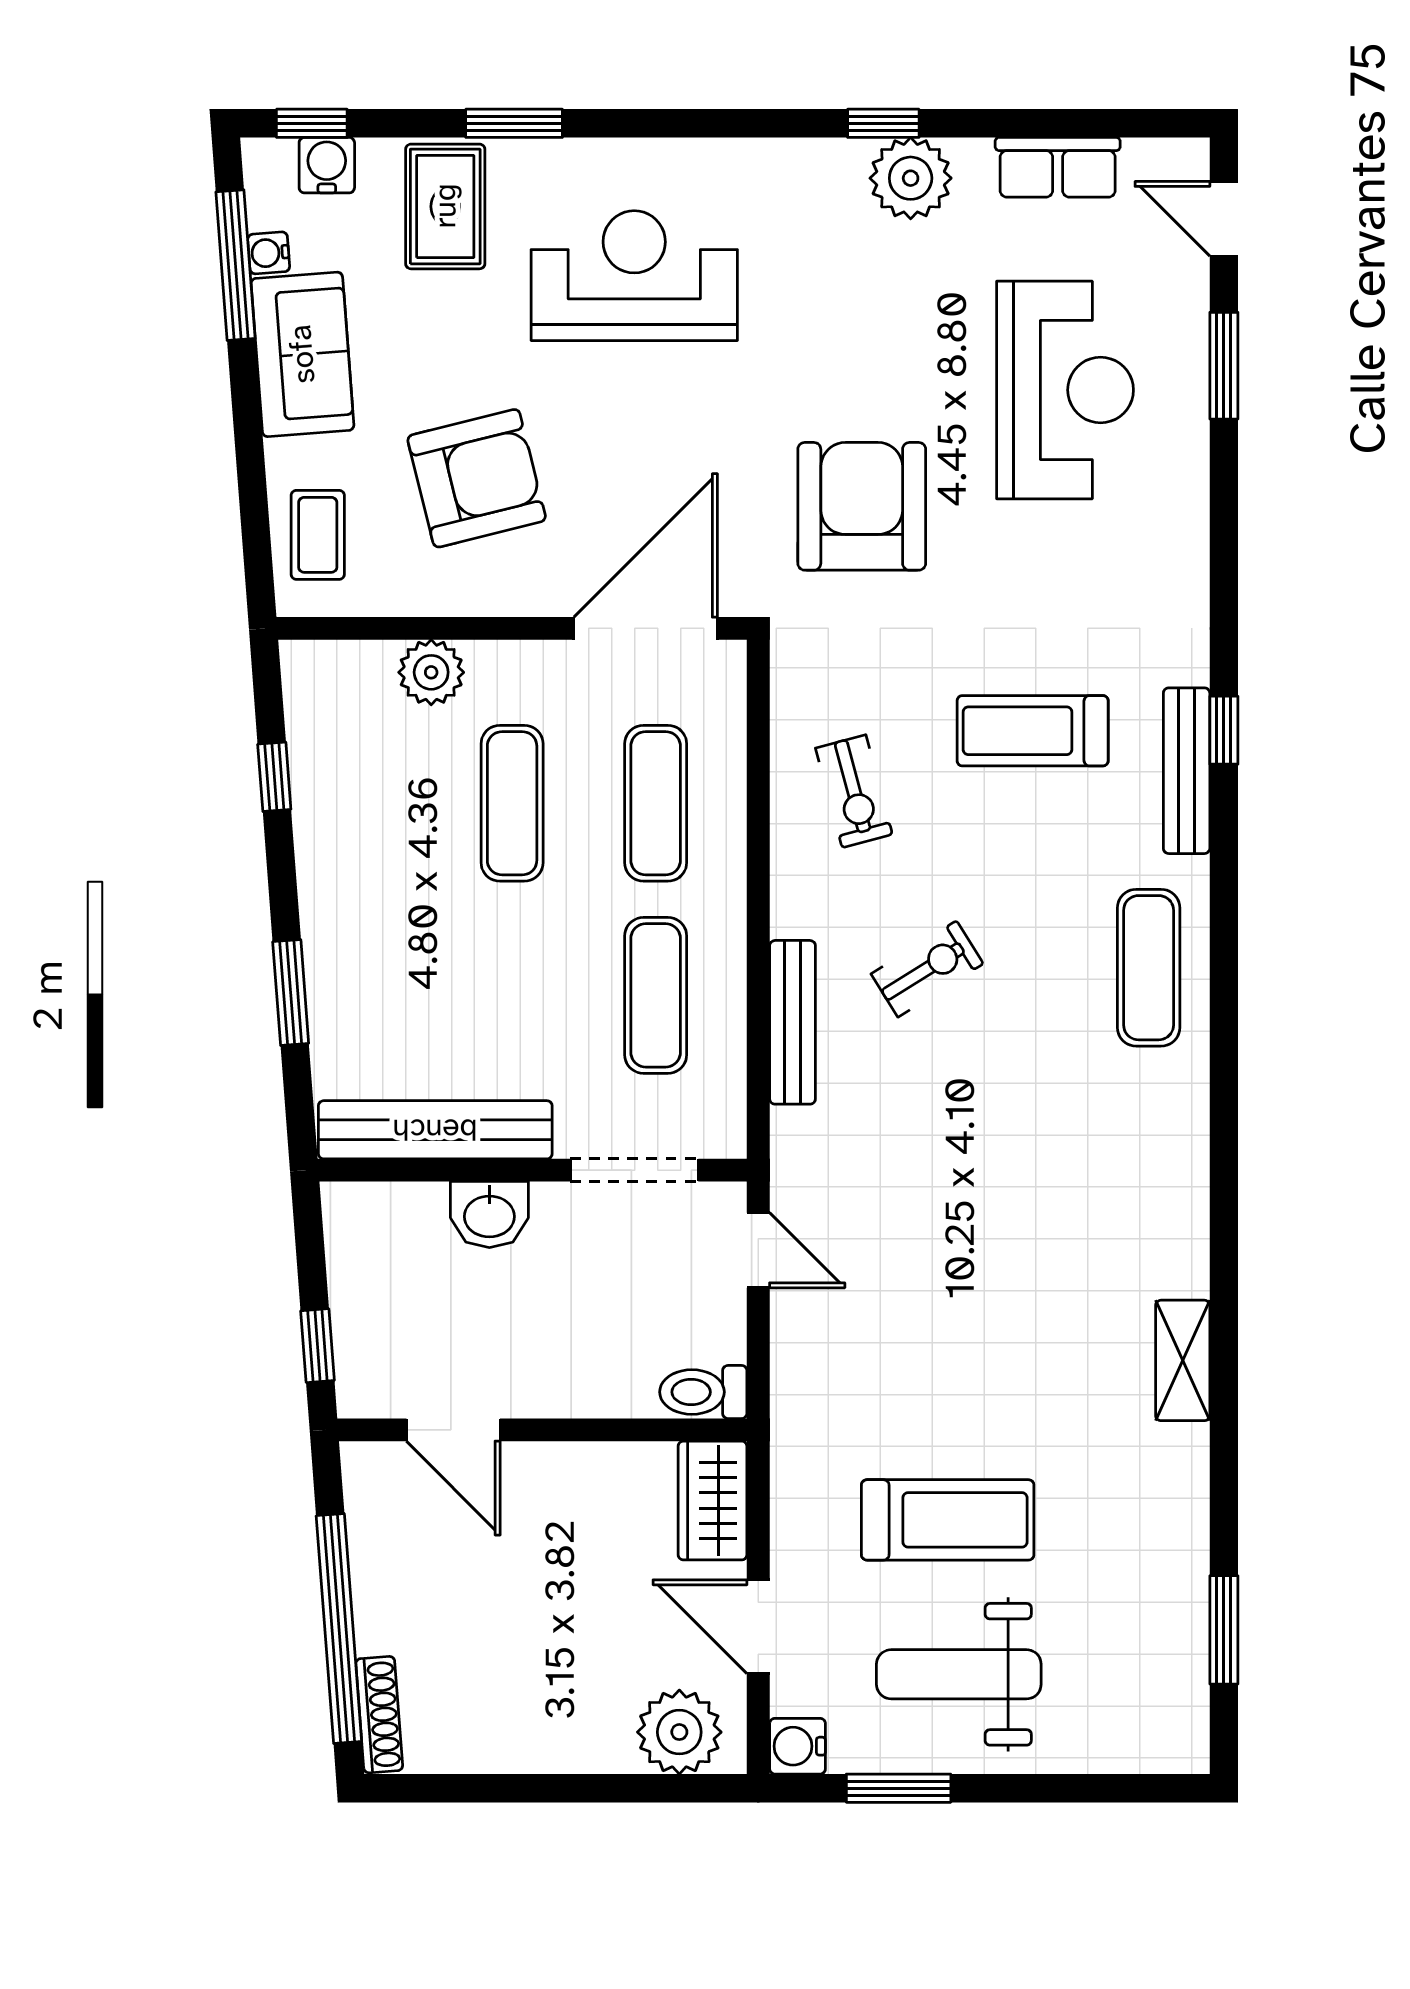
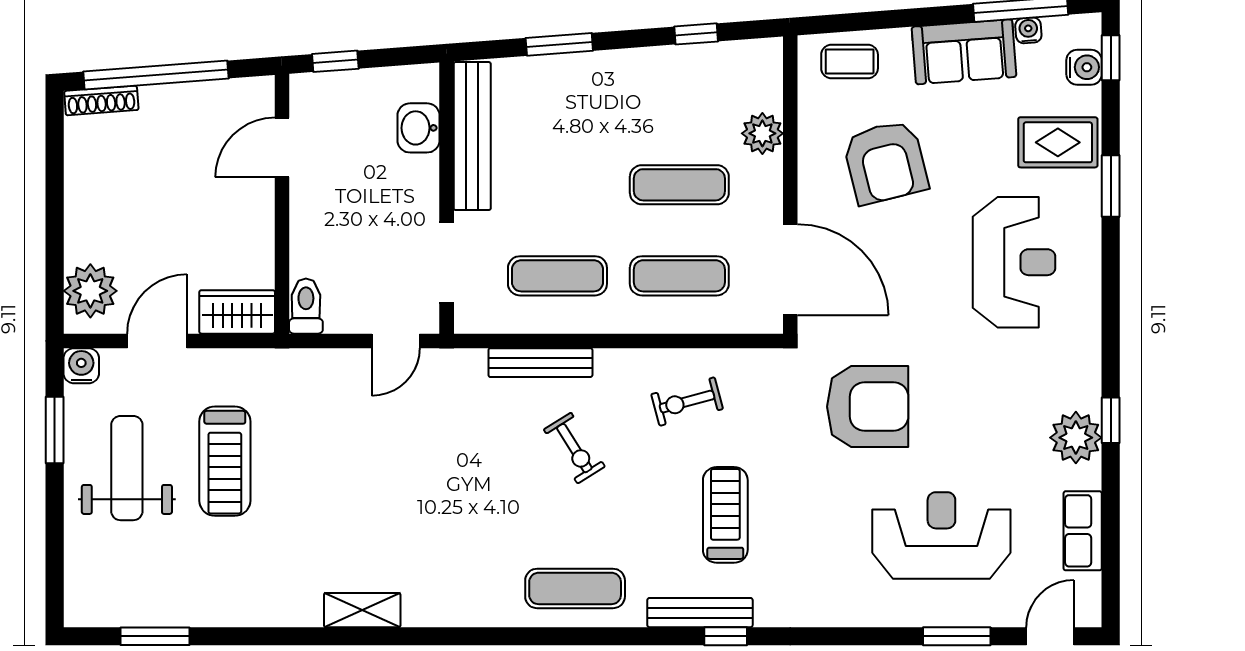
reception desk: (1065, 390) -> (941, 535), turned 180
washbasin: (489, 1215) -> (418, 128), moved
shelving: (1183, 1360) -> (362, 610), moved

